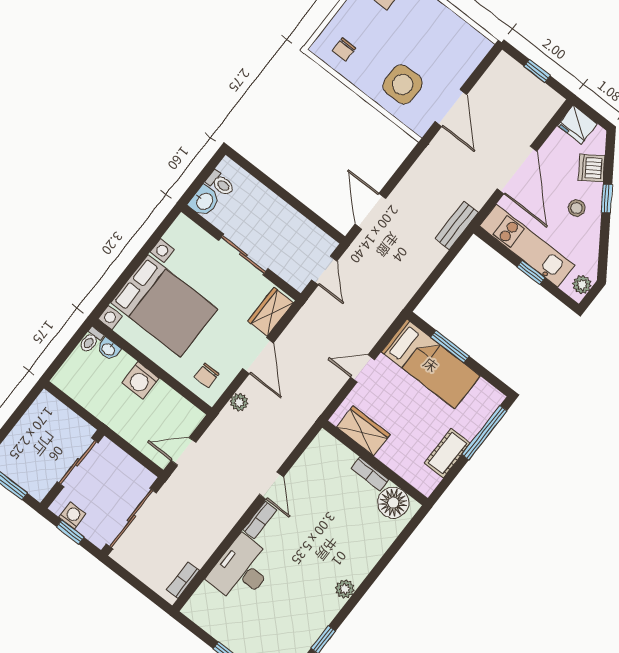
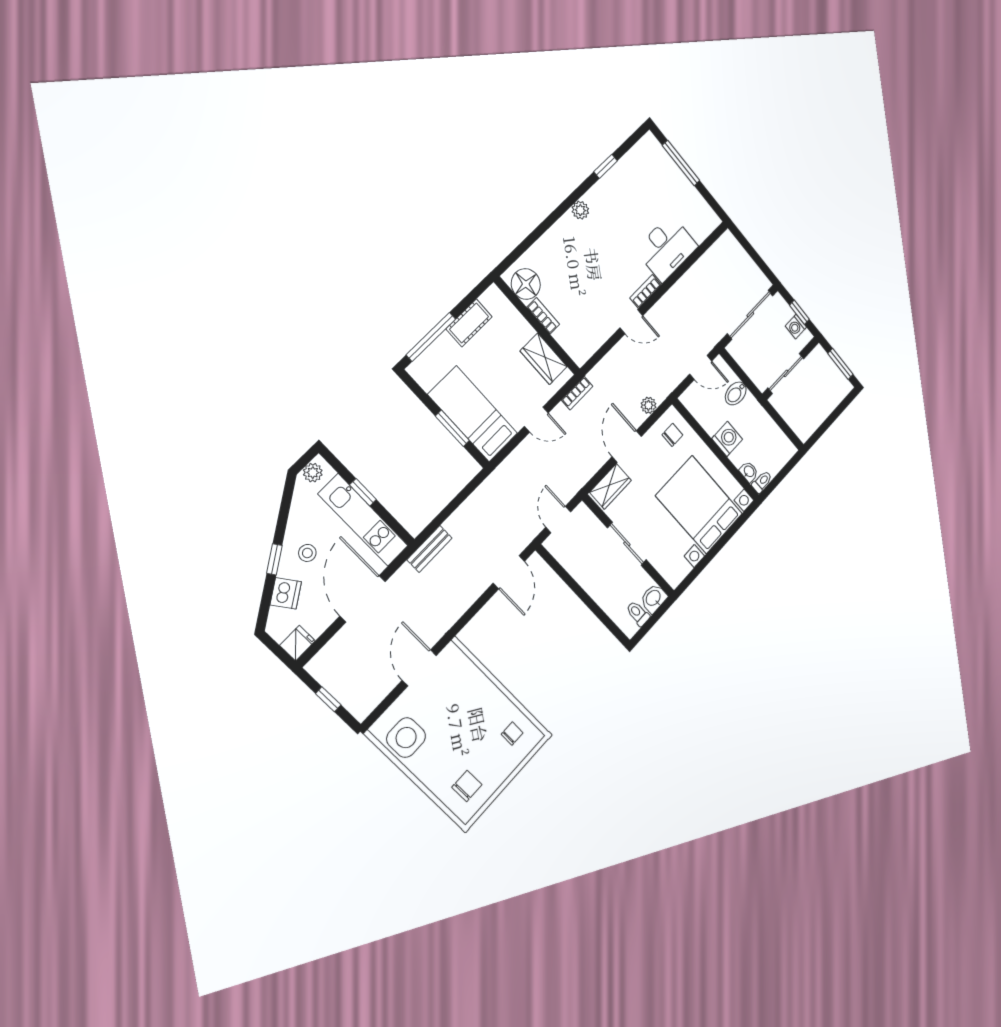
side table: (403, 84) -> (406, 738), moved
fridge: (577, 125) -> (298, 643), width x0.72
bidet: (137, 431) -> (736, 393), added
door: (271, 486) -> (631, 322), swing flipped
bookcase: (183, 580) -> (577, 393), moved

